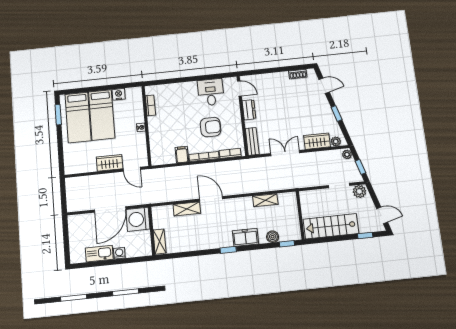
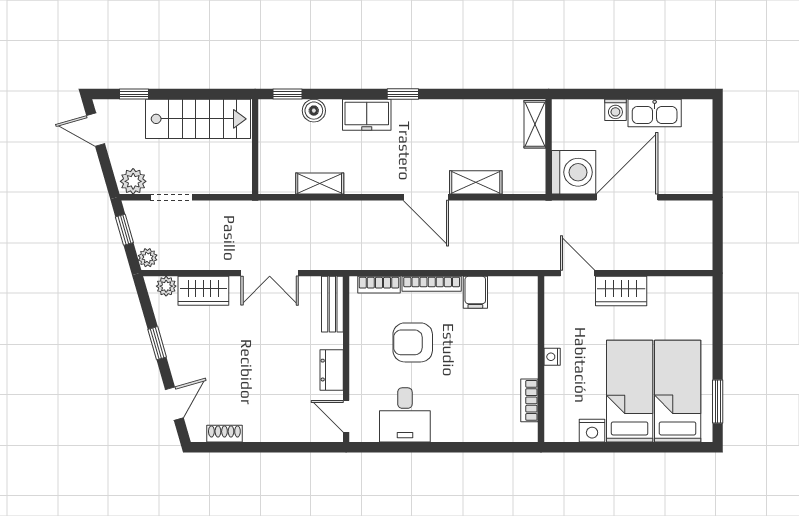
door: (324, 86) -> (174, 404), swing flipped

